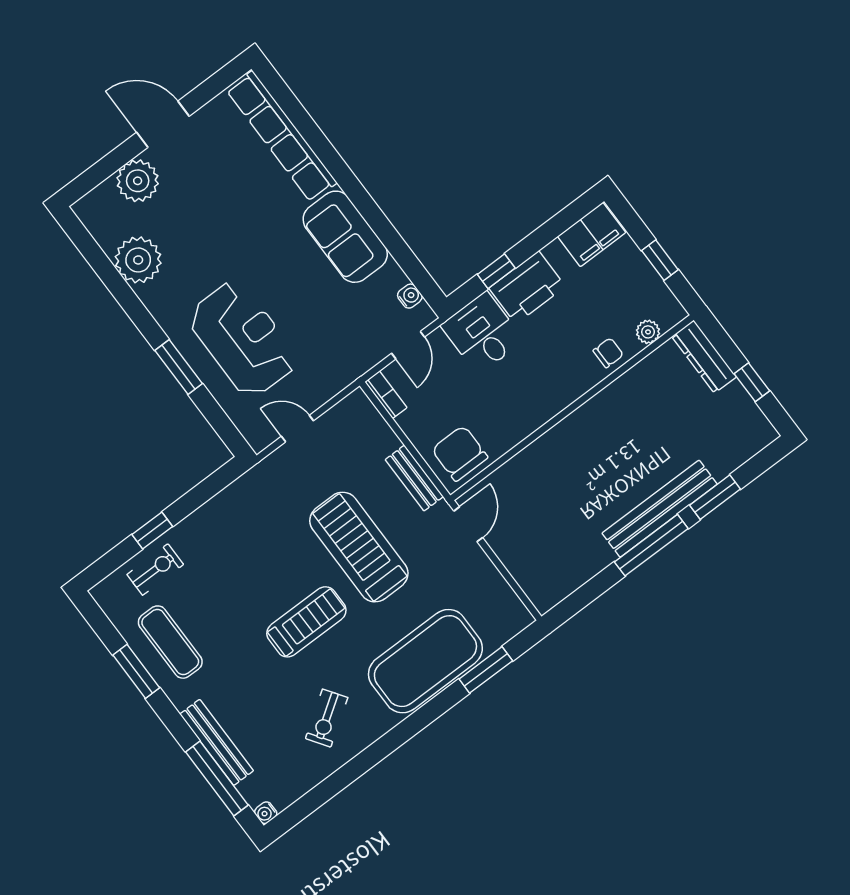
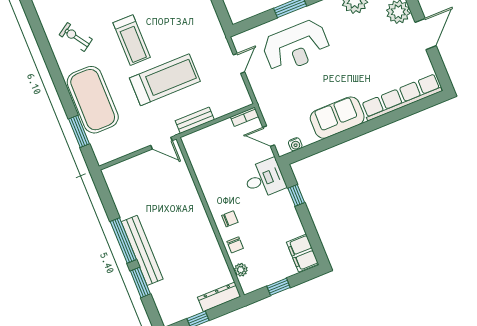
printer: (527, 287) -> (283, 210), removed
chair: (460, 453) -> (230, 219), moved, width x0.54, depth x0.54

